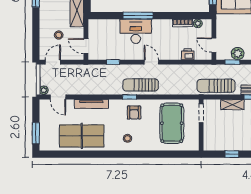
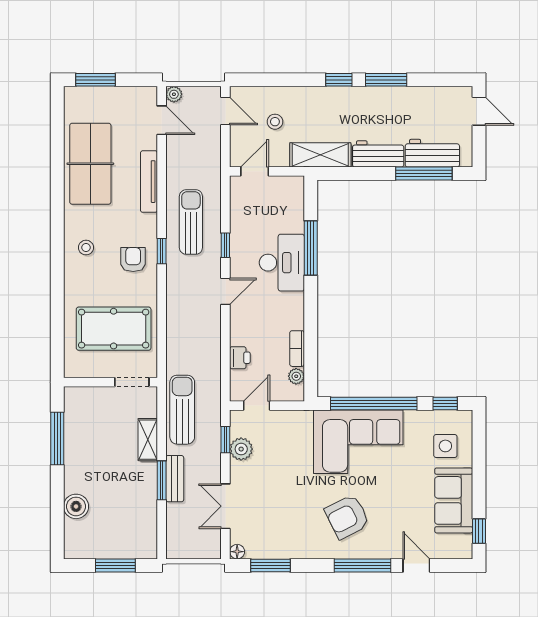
window: (138, 16) -> (311, 248), moved
window: (113, 62) -> (225, 245), moved
sun lounger: (141, 85) -> (191, 222), moved
door: (58, 97) -> (162, 120), swing flipped
armchair: (134, 113) -> (133, 260), turned 90
window: (232, 154) -> (57, 439), width x2.17

